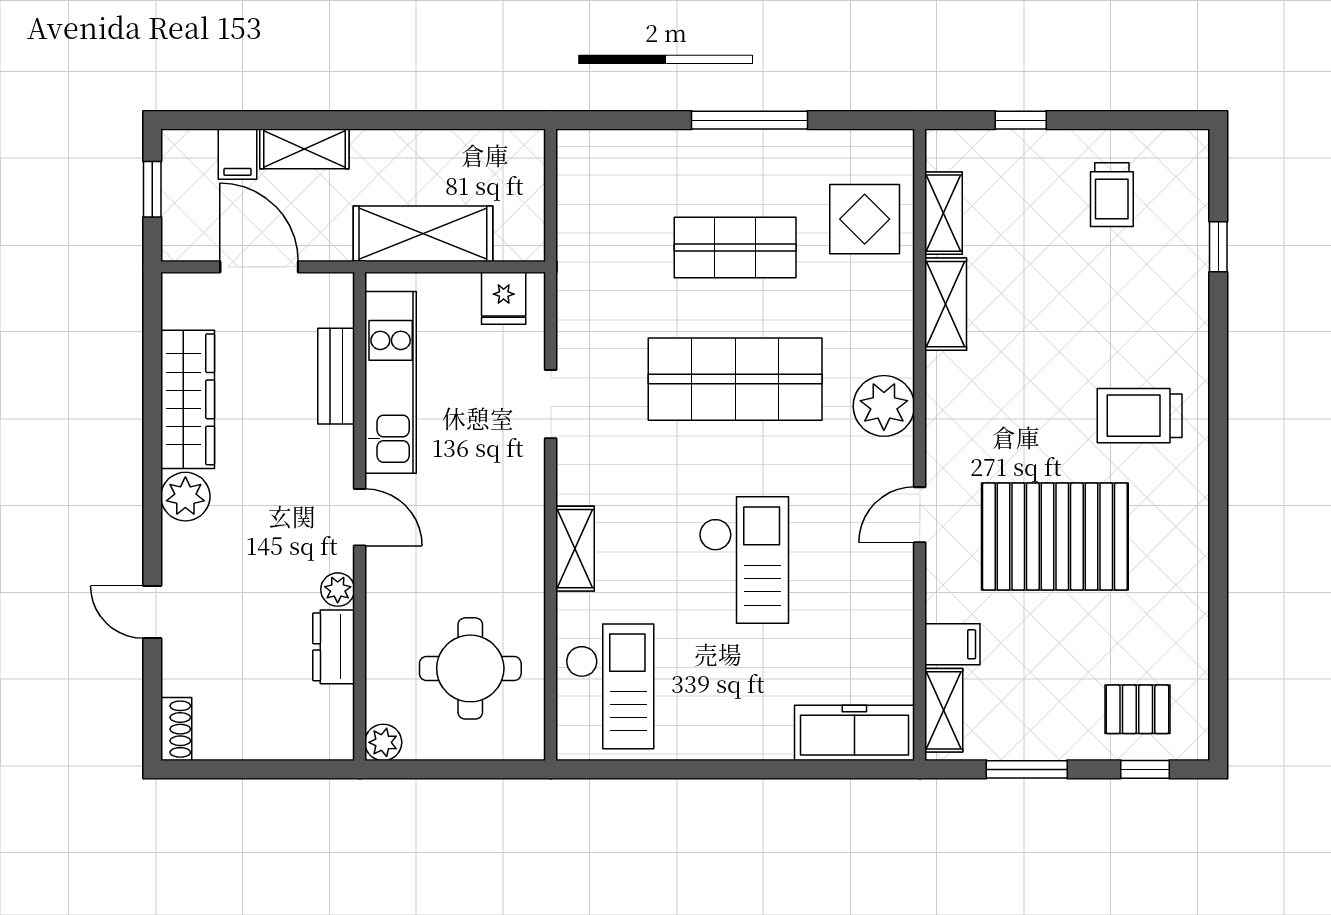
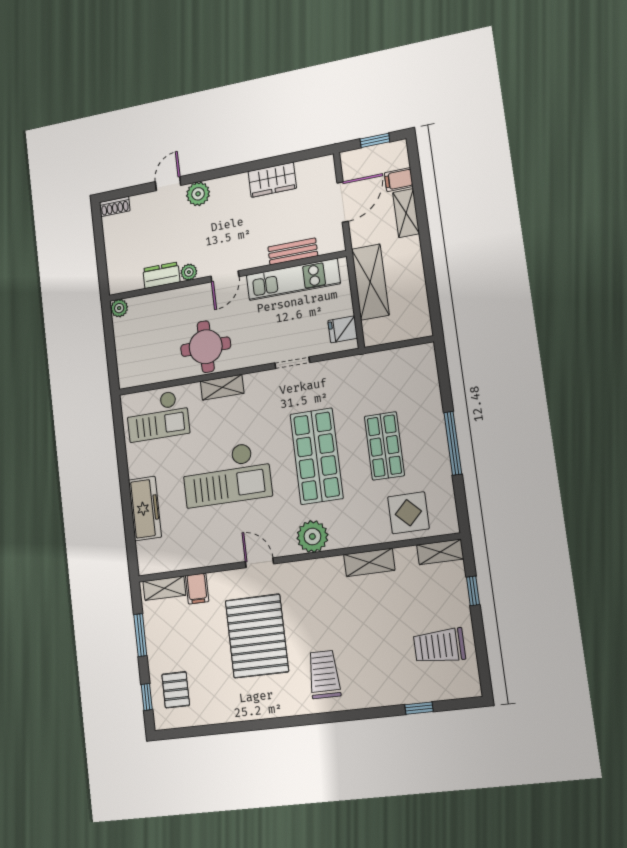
trolley: (1112, 195) -> (439, 646), width x1.36, depth x1.39
shelving: (943, 213) -> (440, 552), moved
wardrobe: (188, 399) -> (272, 180), width x0.67
plant: (185, 497) -> (198, 194), moved
checkout: (744, 560) -> (226, 474), width x1.36, depth x1.21
round table: (470, 668) -> (206, 347), moved
freezer: (854, 733) -> (145, 509), moved

